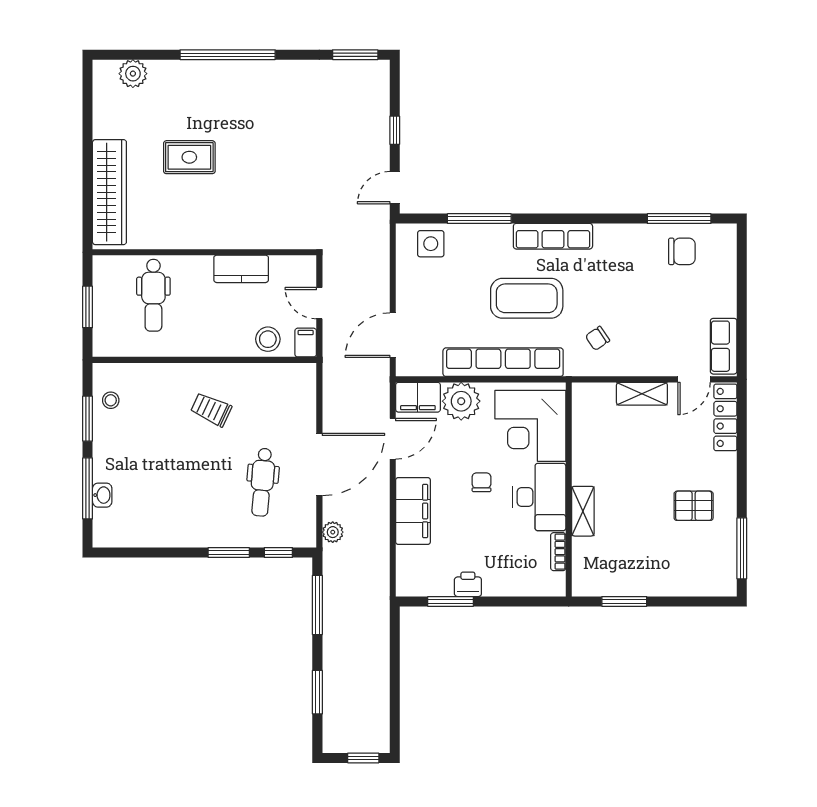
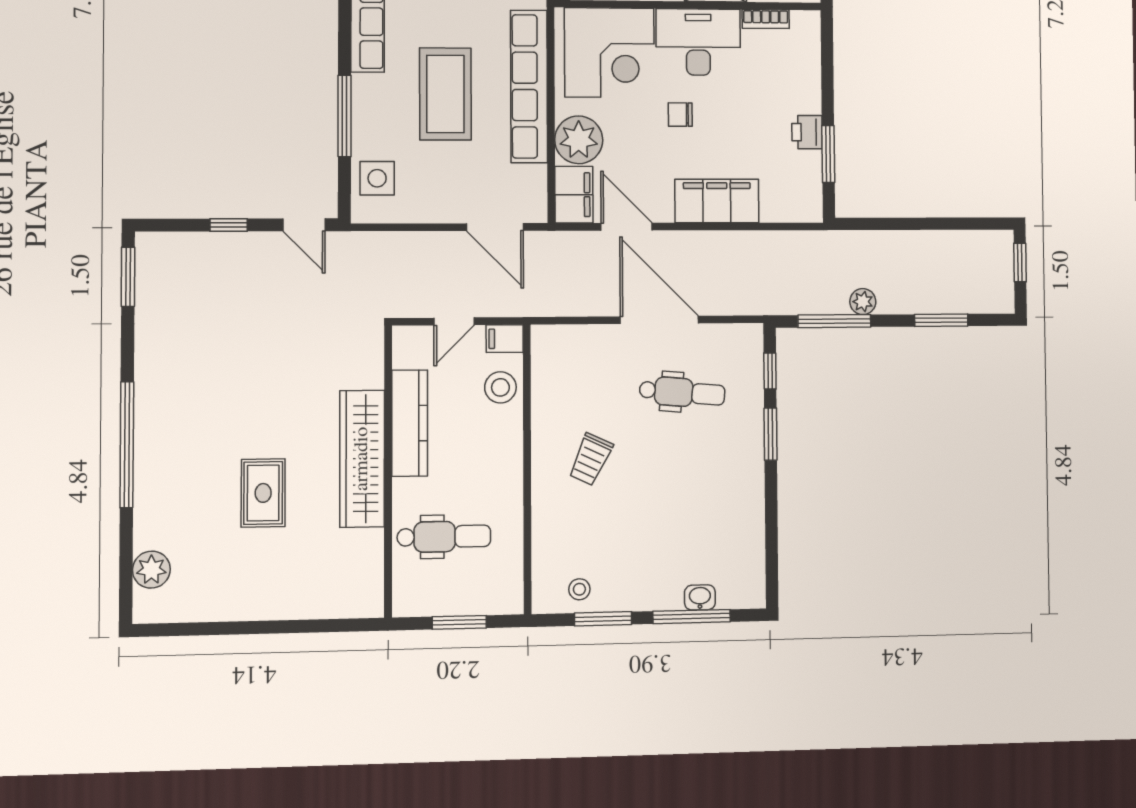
wardrobe: (109, 192) -> (362, 459), moved, turned -90
kitchen counter: (241, 269) -> (410, 423), width x1.50
coffee table: (527, 298) -> (445, 94), moved
plant: (333, 532) -> (863, 302), moved

